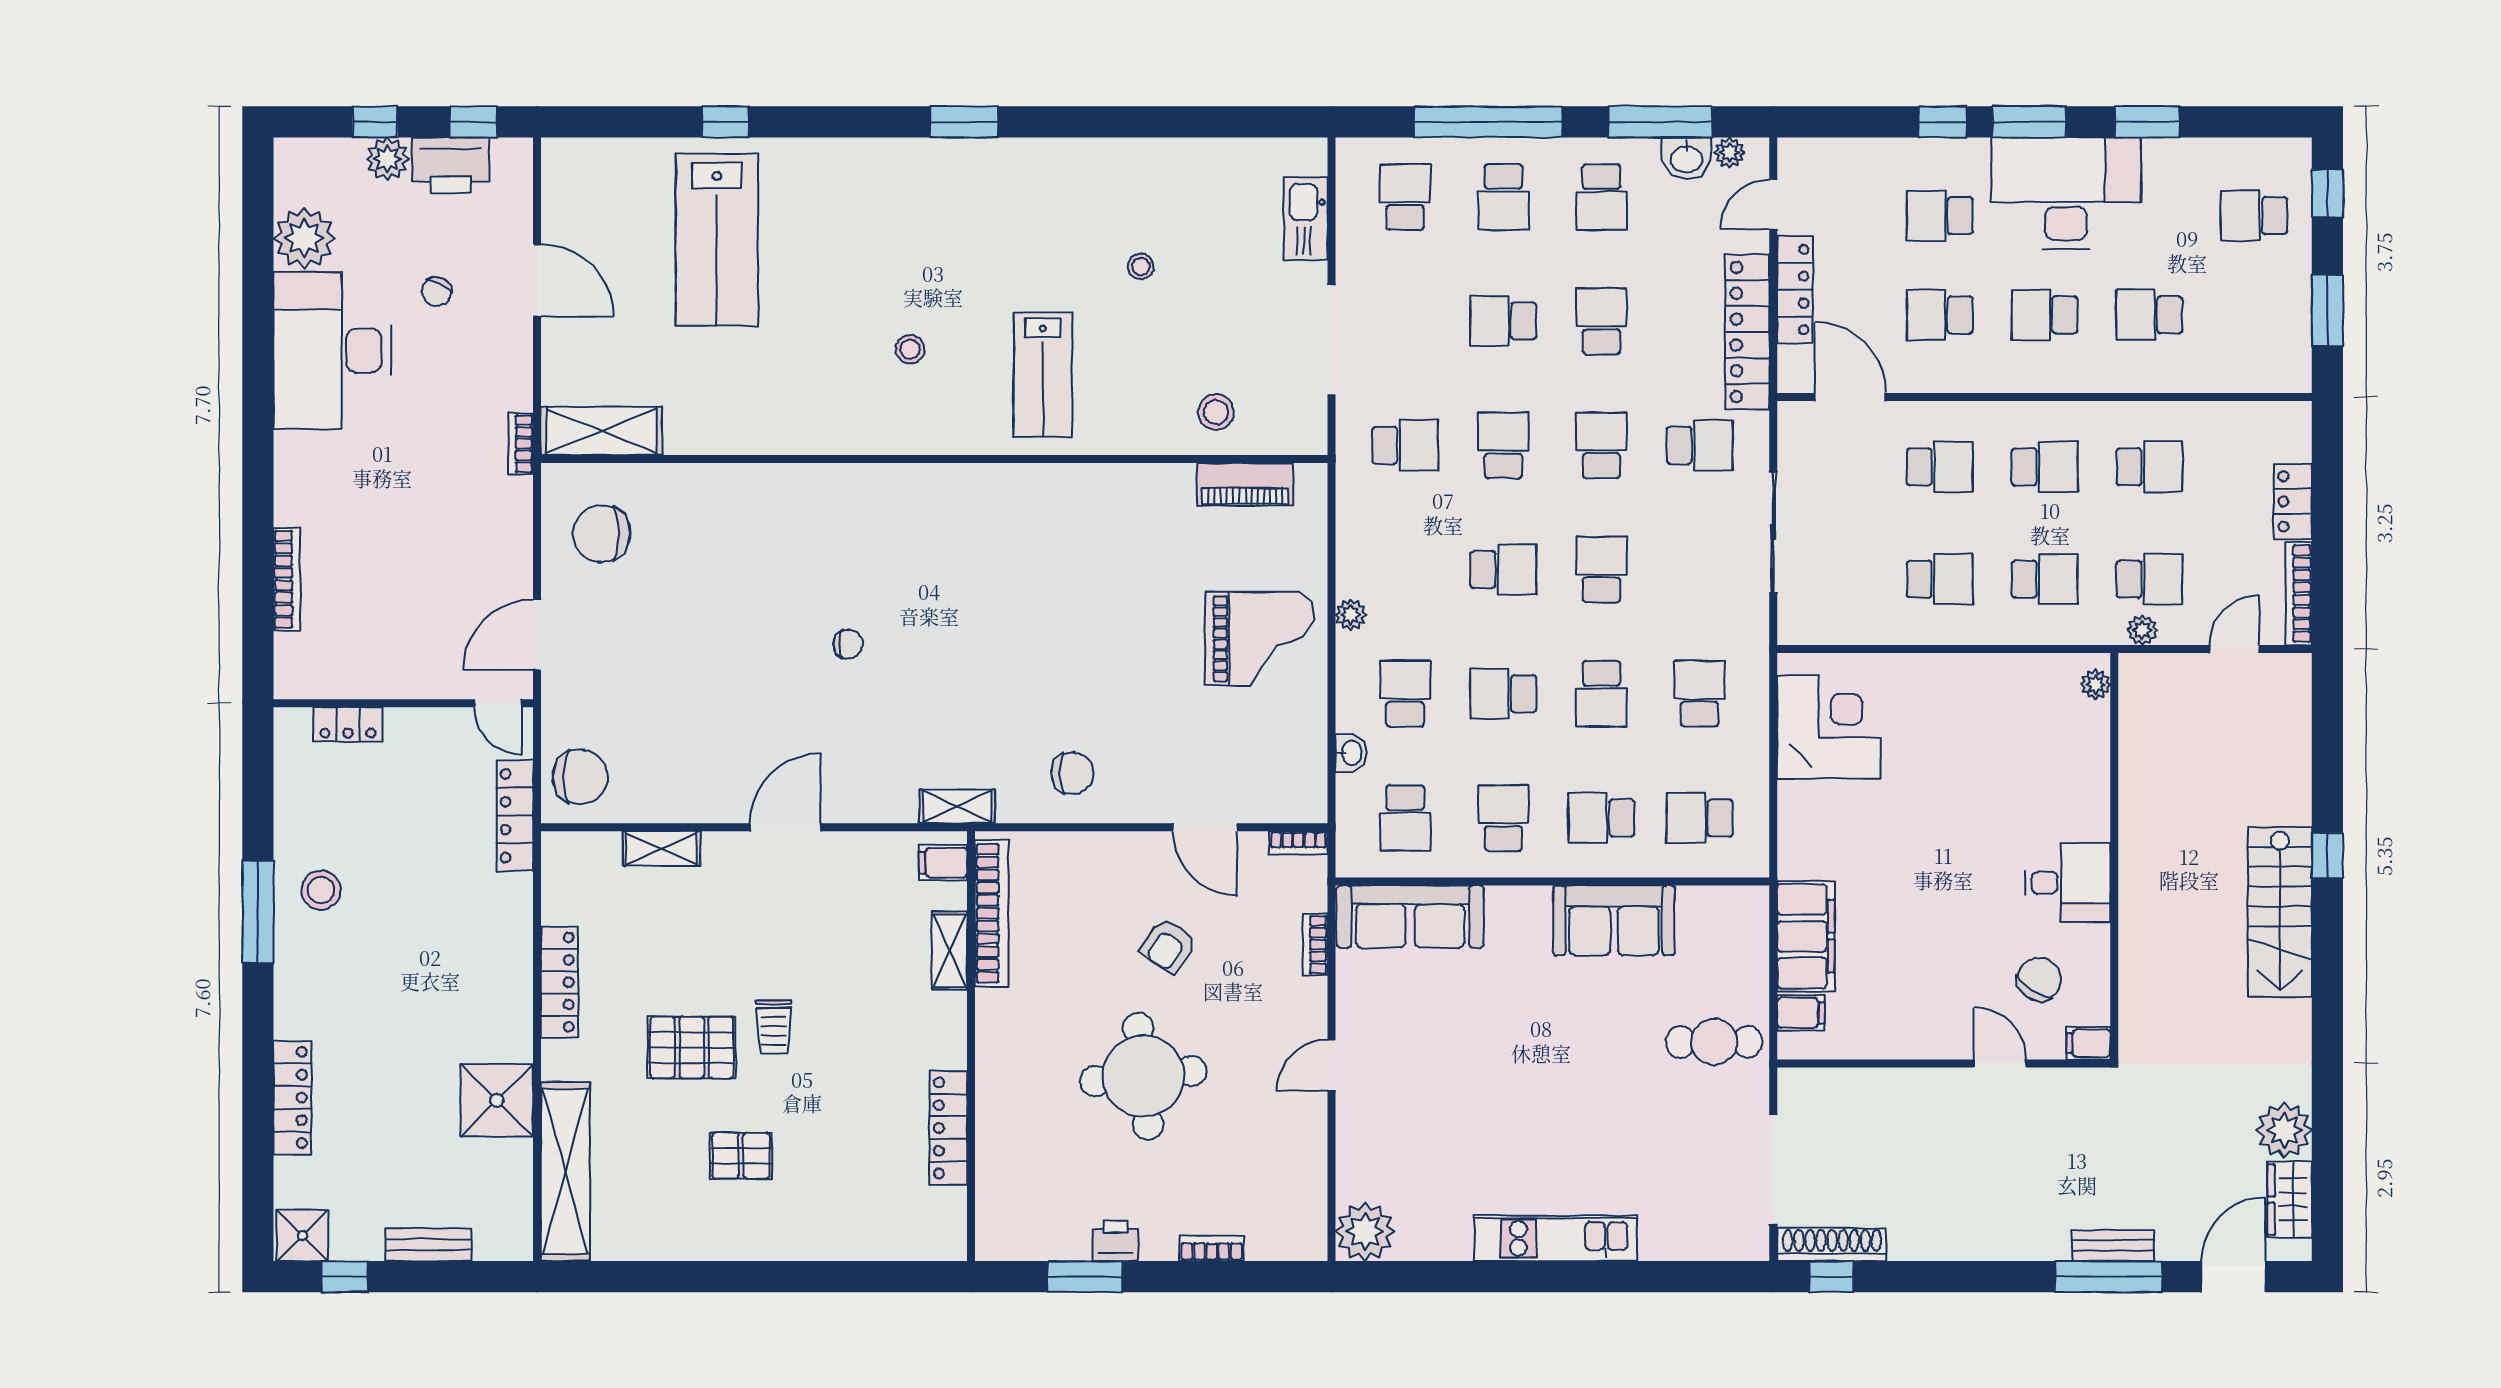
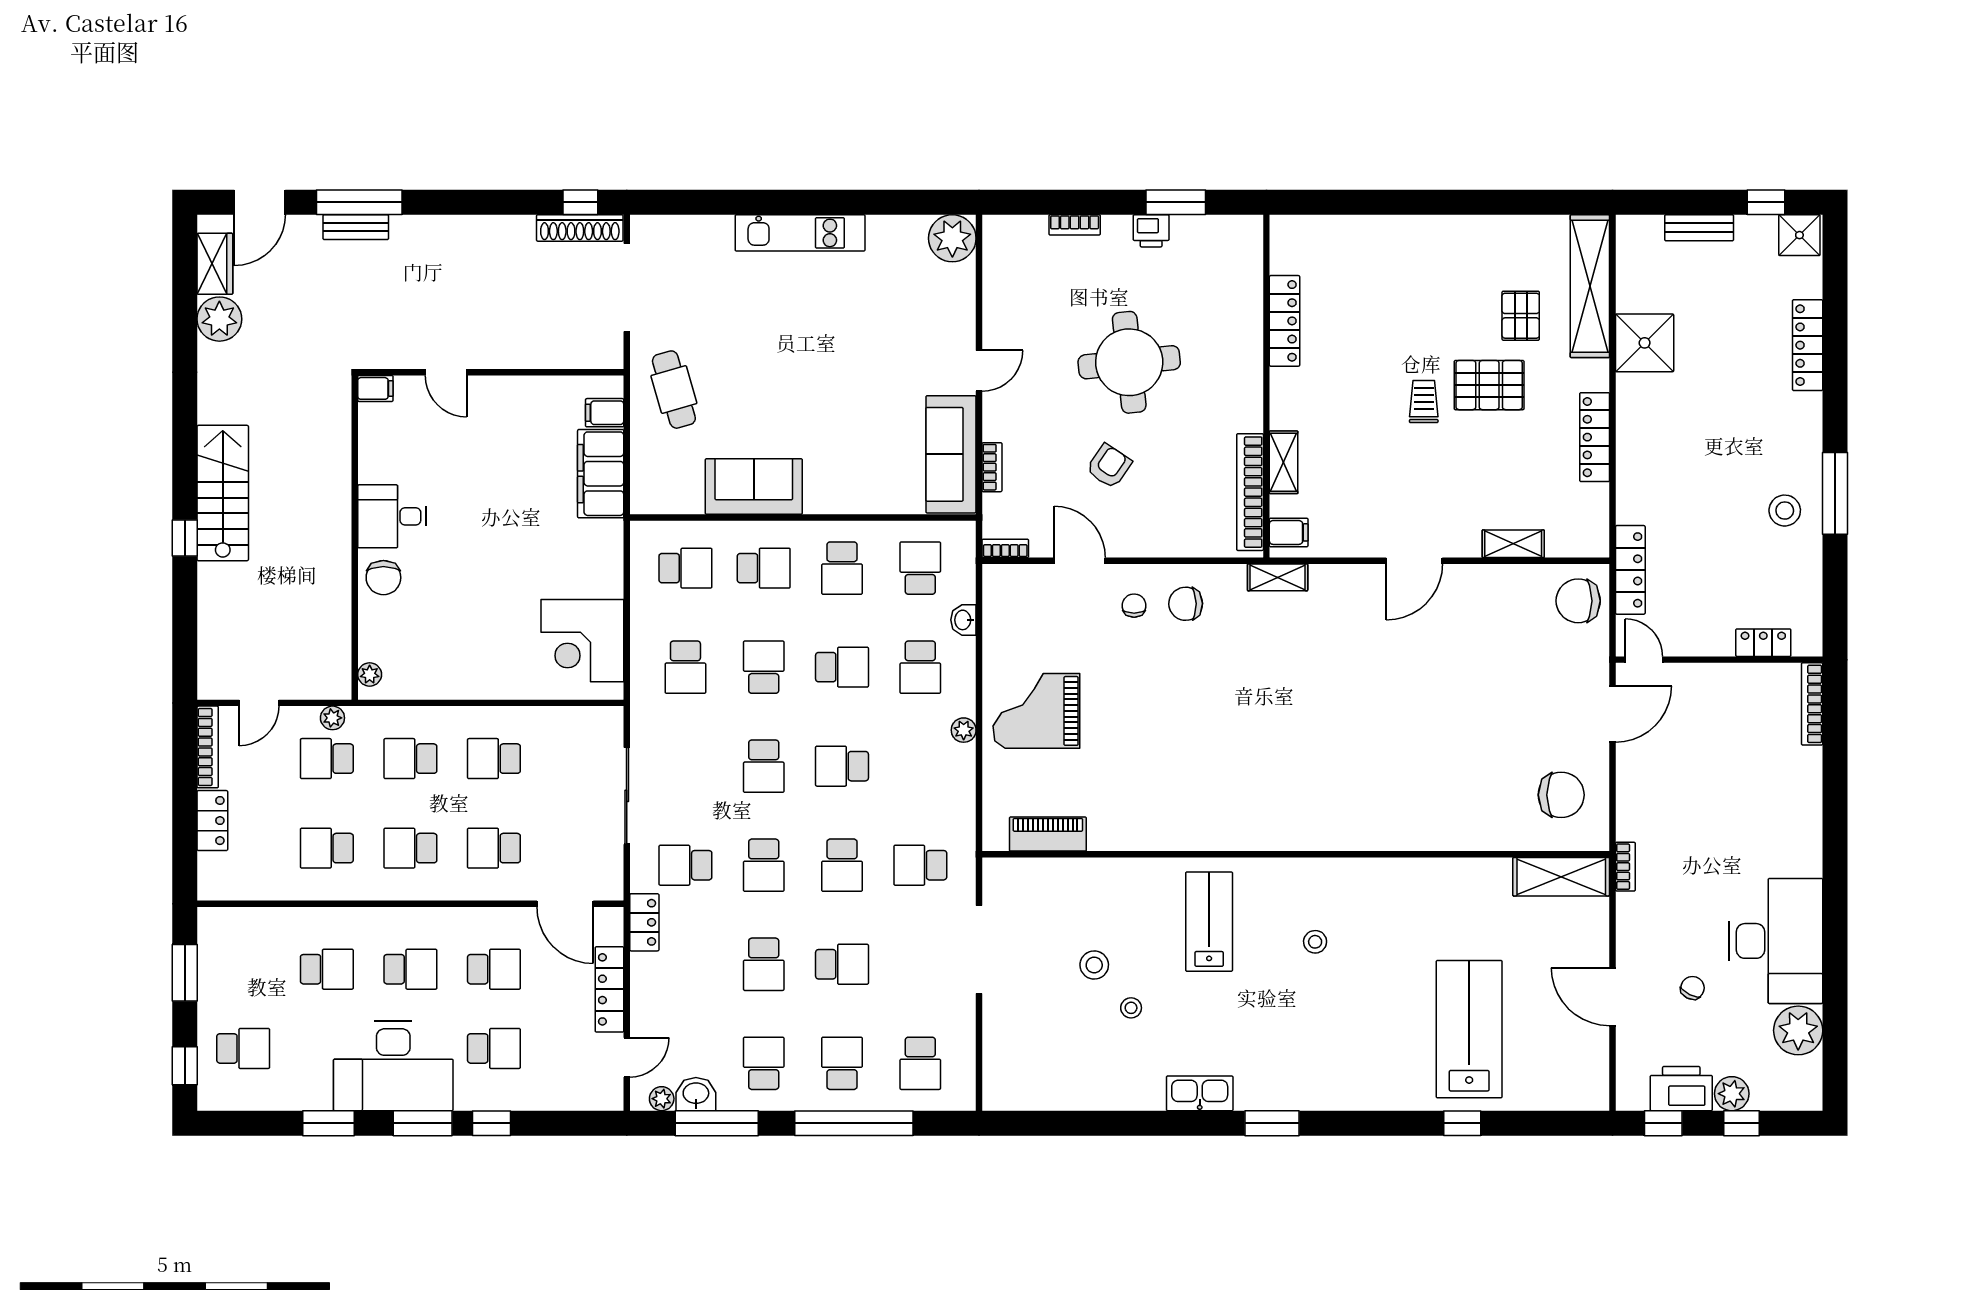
kitchen sink: (1306, 219) -> (1200, 1093), moved, turned -90
locker: (1747, 332) -> (644, 922), width x0.46, depth x0.83
stool: (1216, 412) -> (1094, 965), moved
bookcase: (287, 579) -> (1812, 704), moved
chair: (848, 644) -> (1134, 606), moved, turned 90
sofa: (1410, 917) -> (951, 454), moved, turned -90
chair: (2039, 979) -> (383, 578), moved, turned -34
cafe table: (1714, 1042) -> (674, 390), turned 74
pallet: (741, 1156) -> (1521, 316), moved, turned 90

